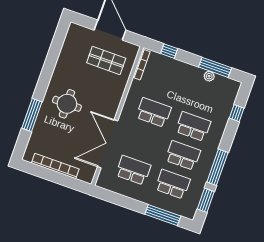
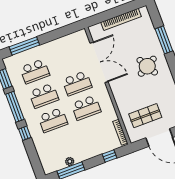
round table: (67, 104) -> (147, 66), turned -30
window: (237, 113) -> (25, 133), moved
school desk: (133, 170) -> (77, 83), moved

